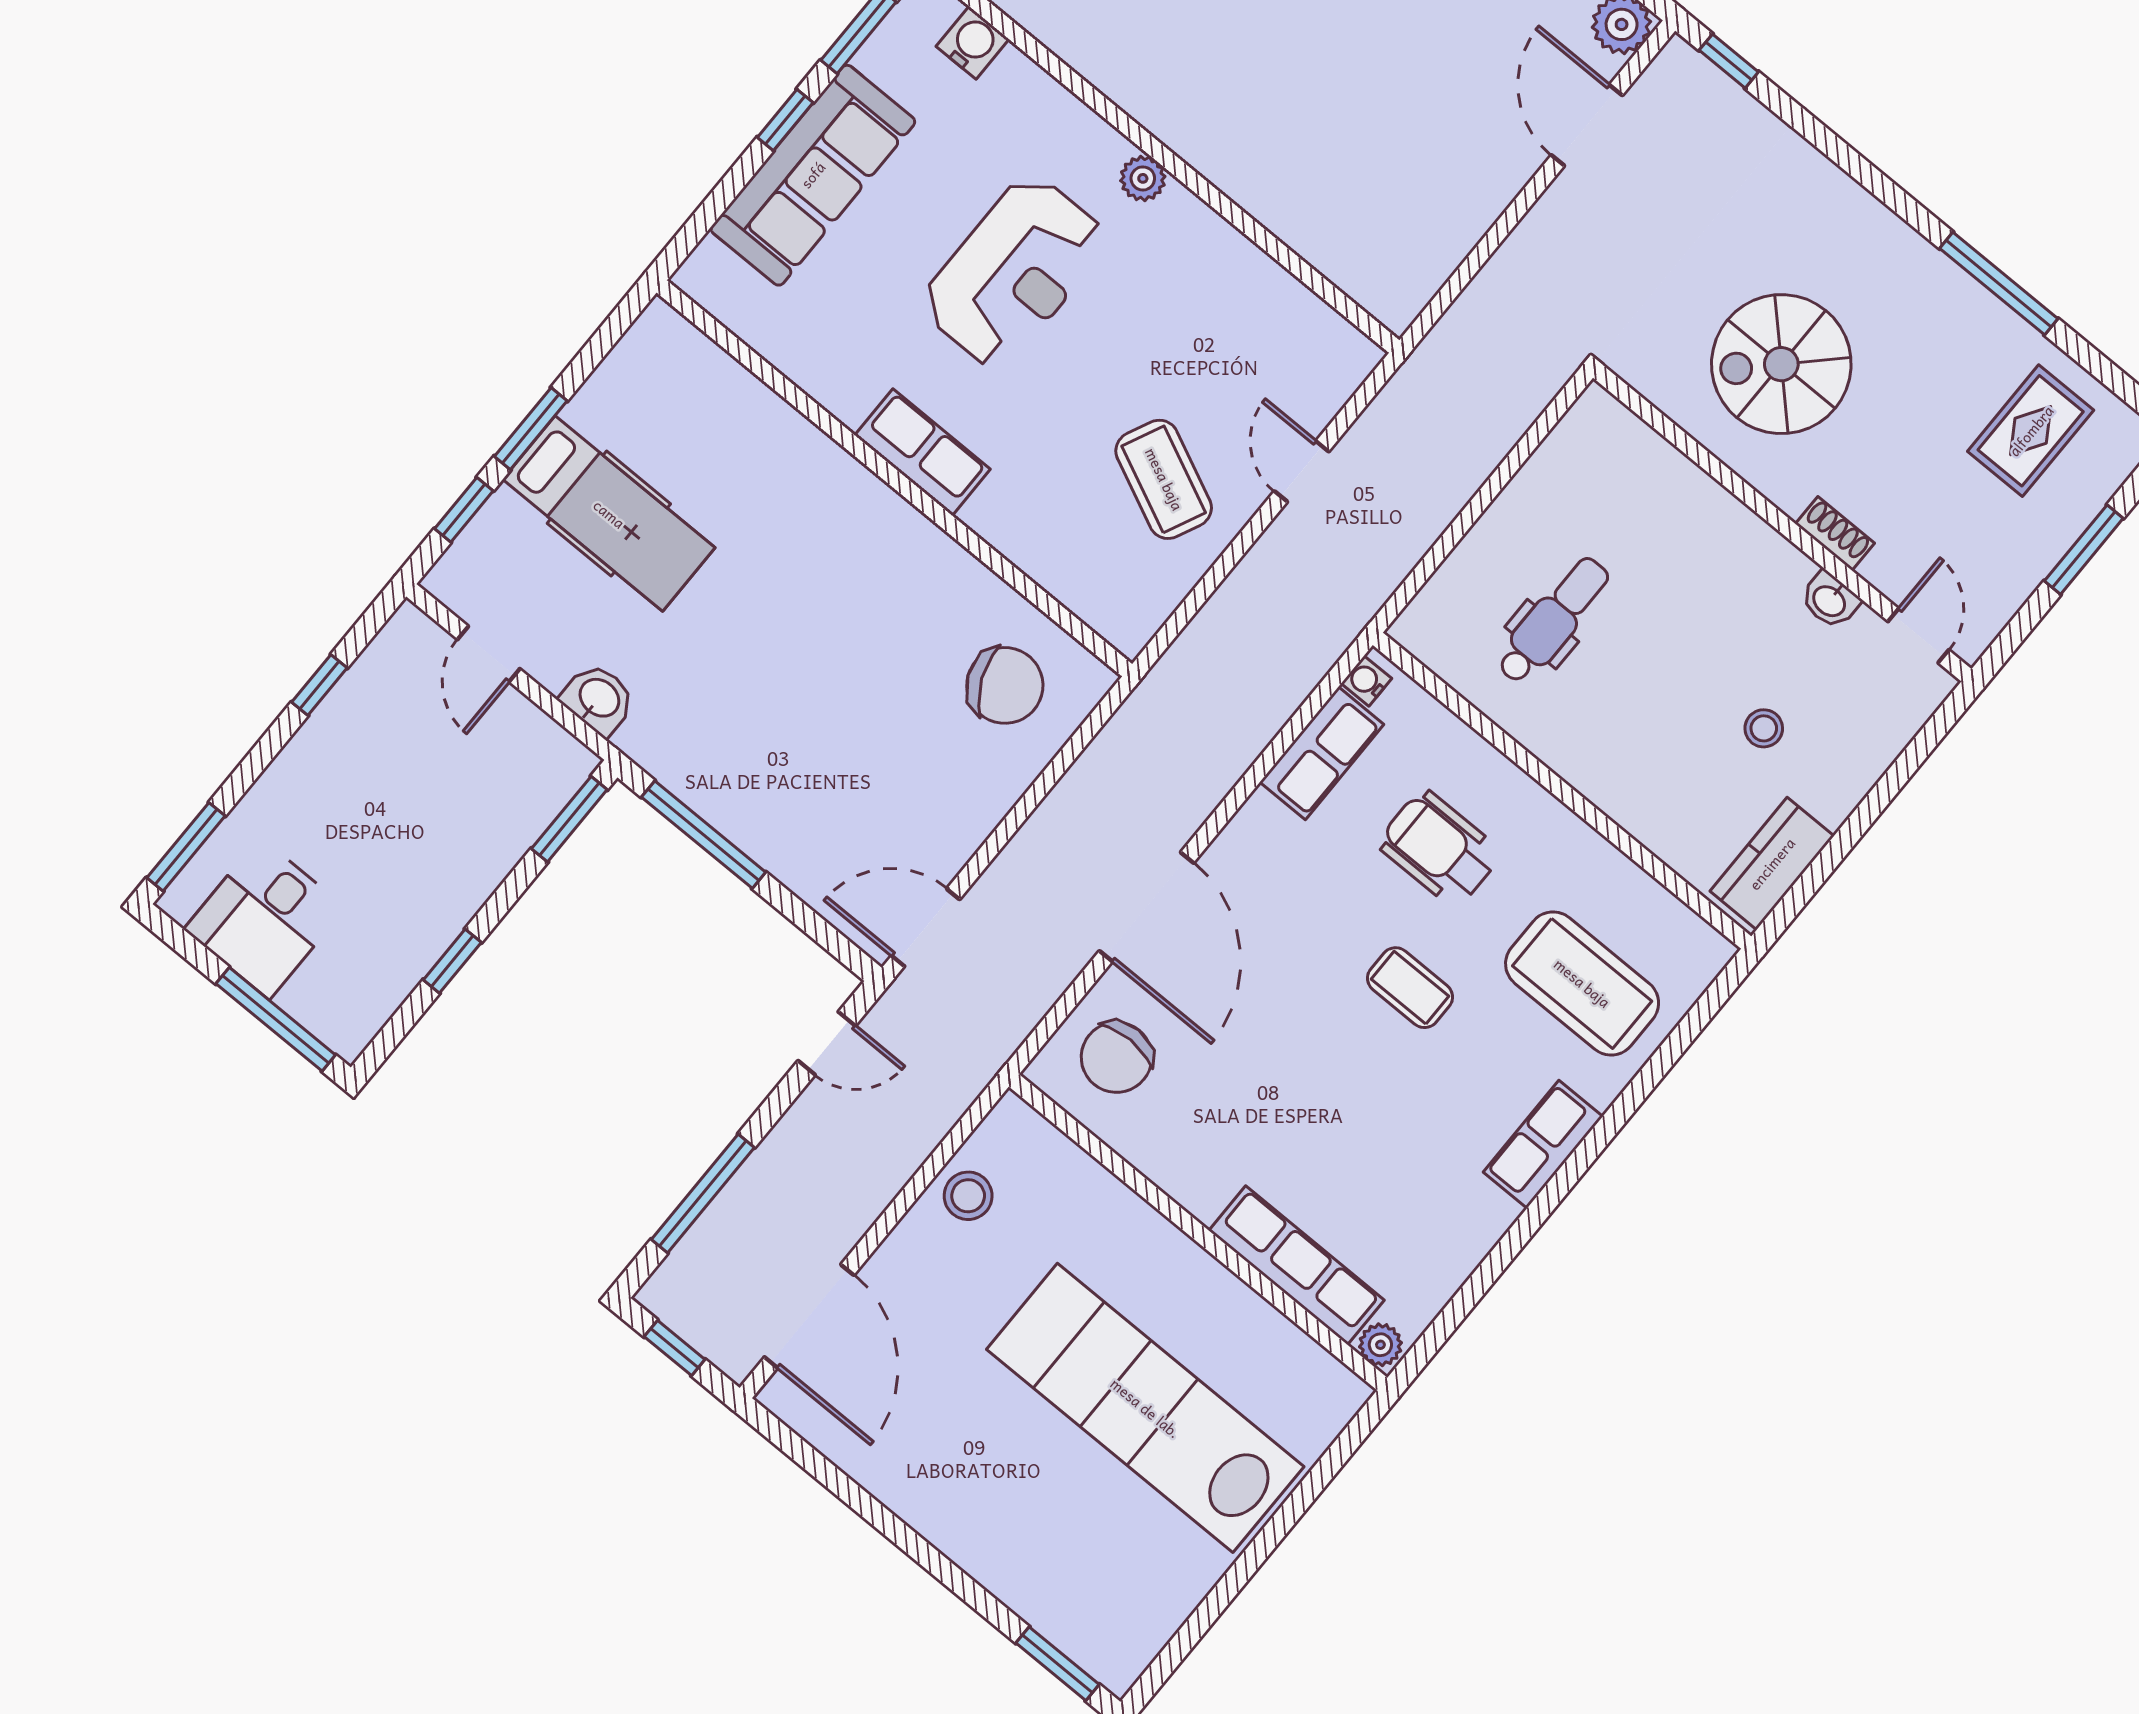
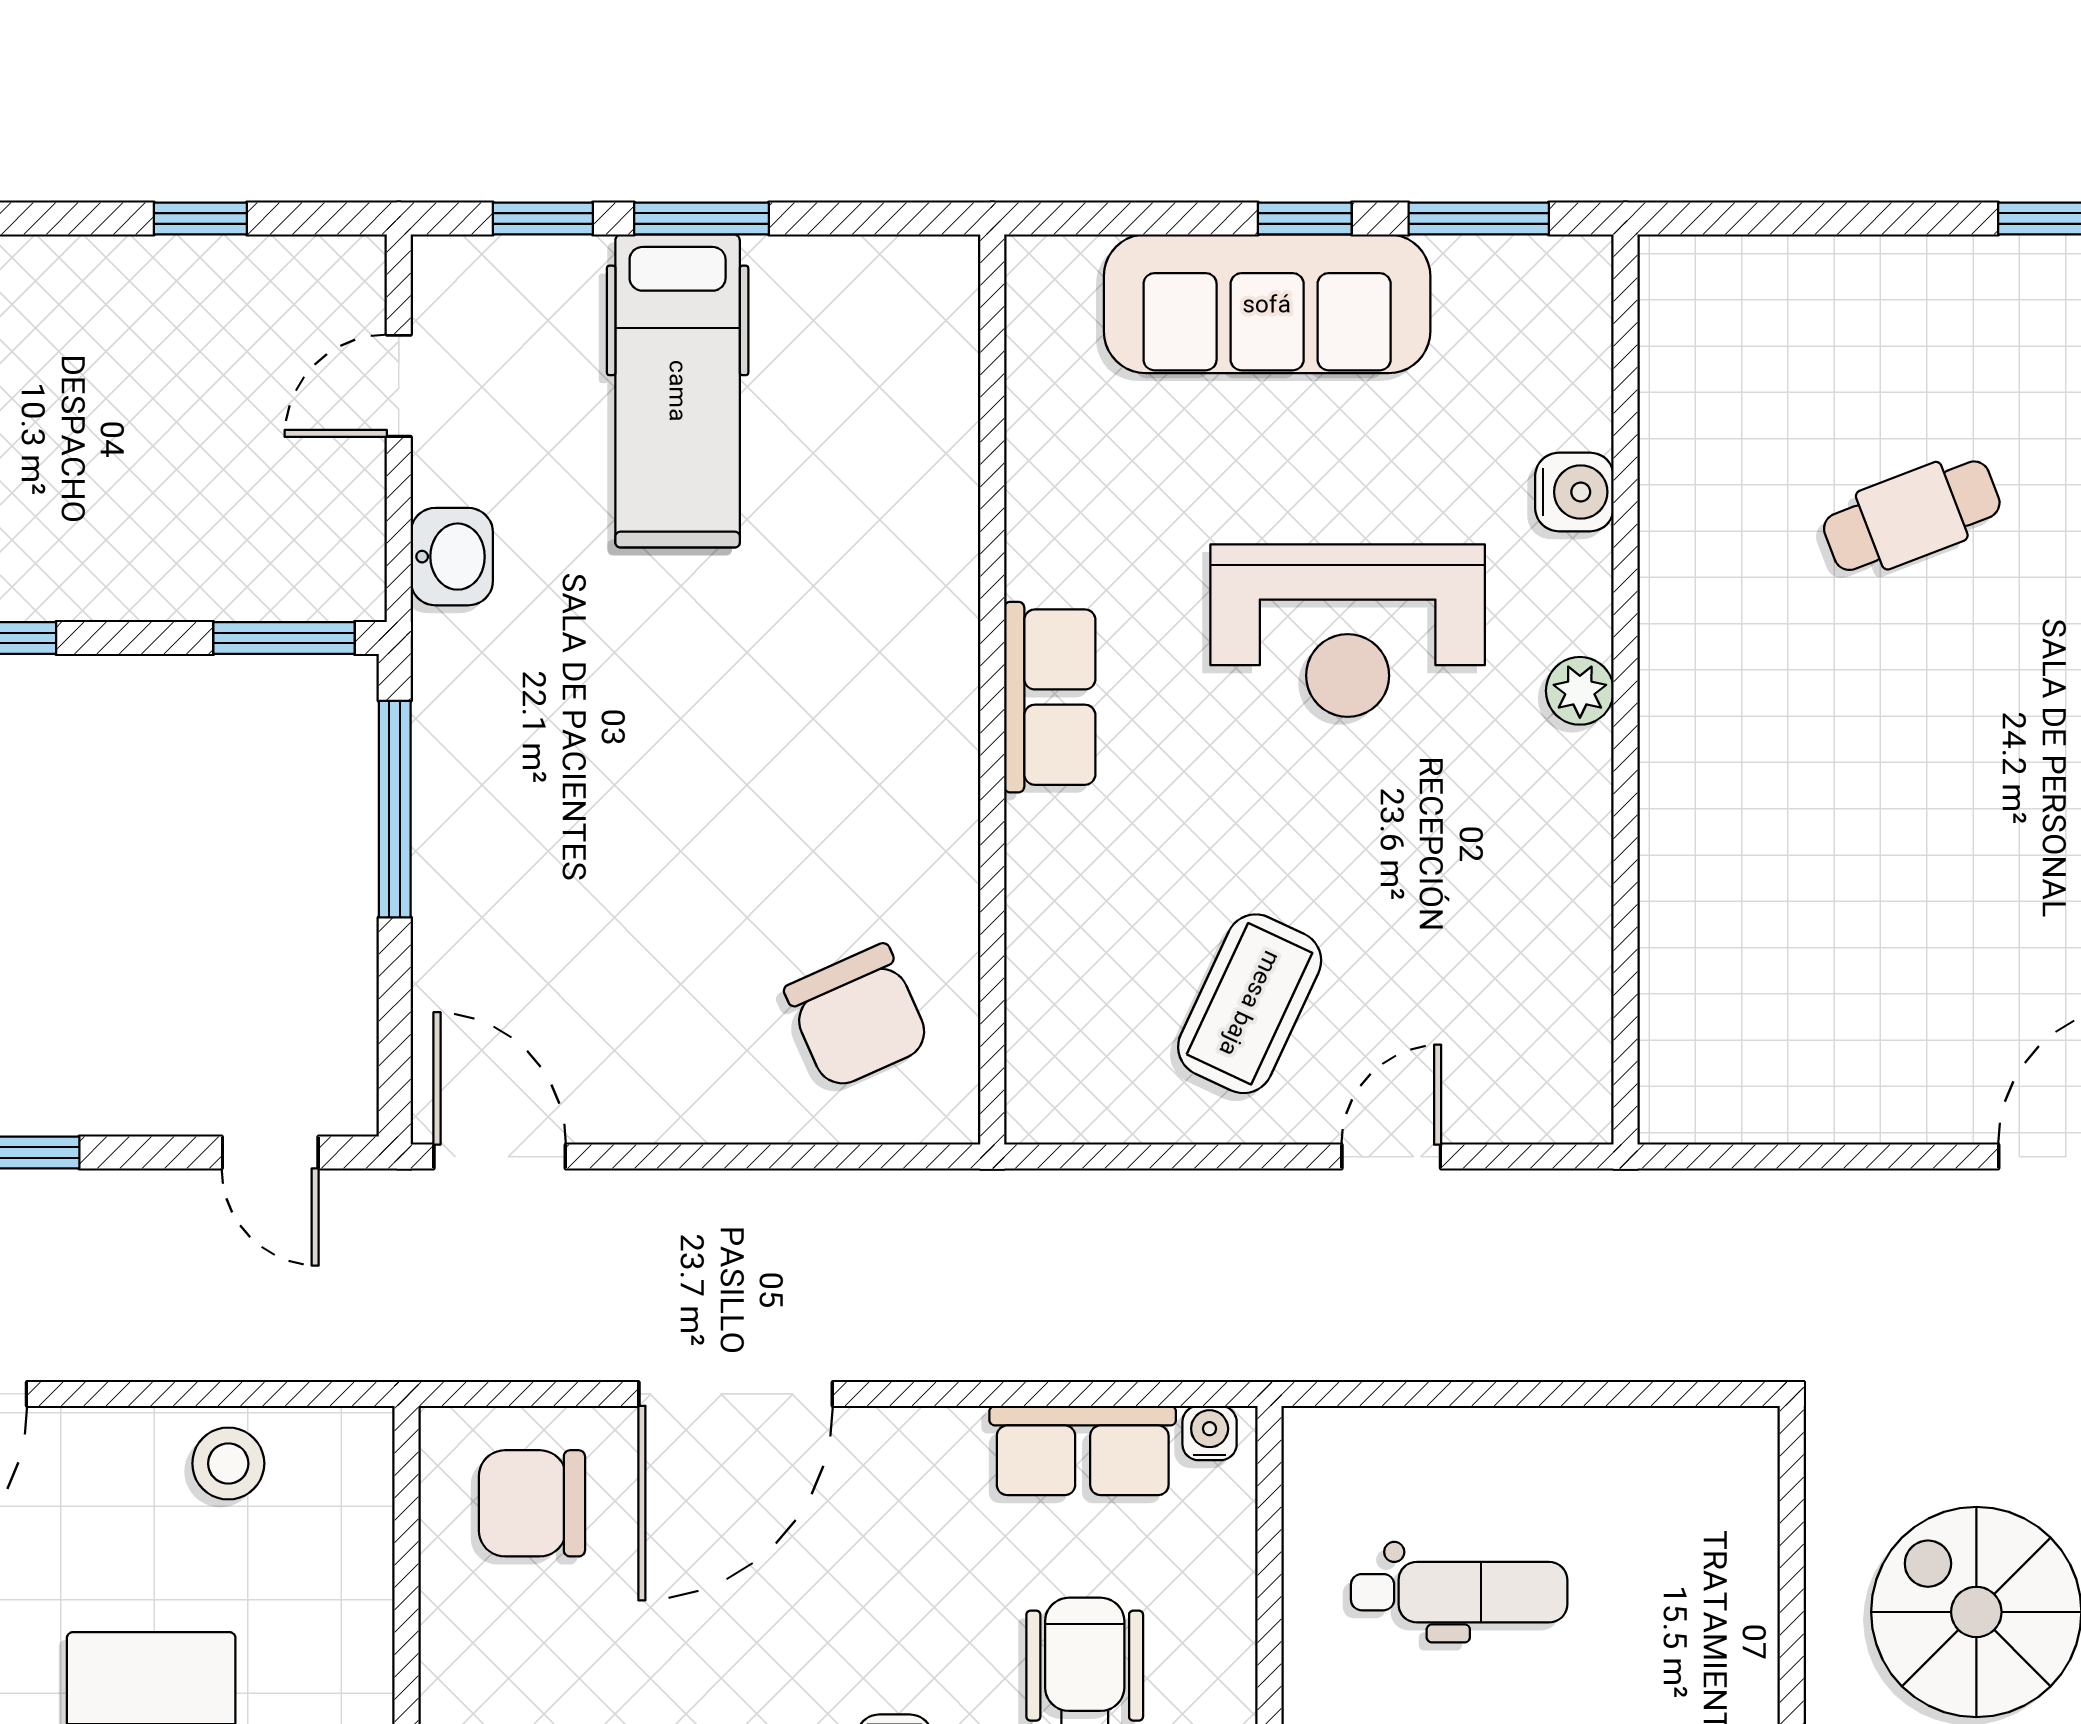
water cooler: (973, 43) -> (1574, 492), moved

